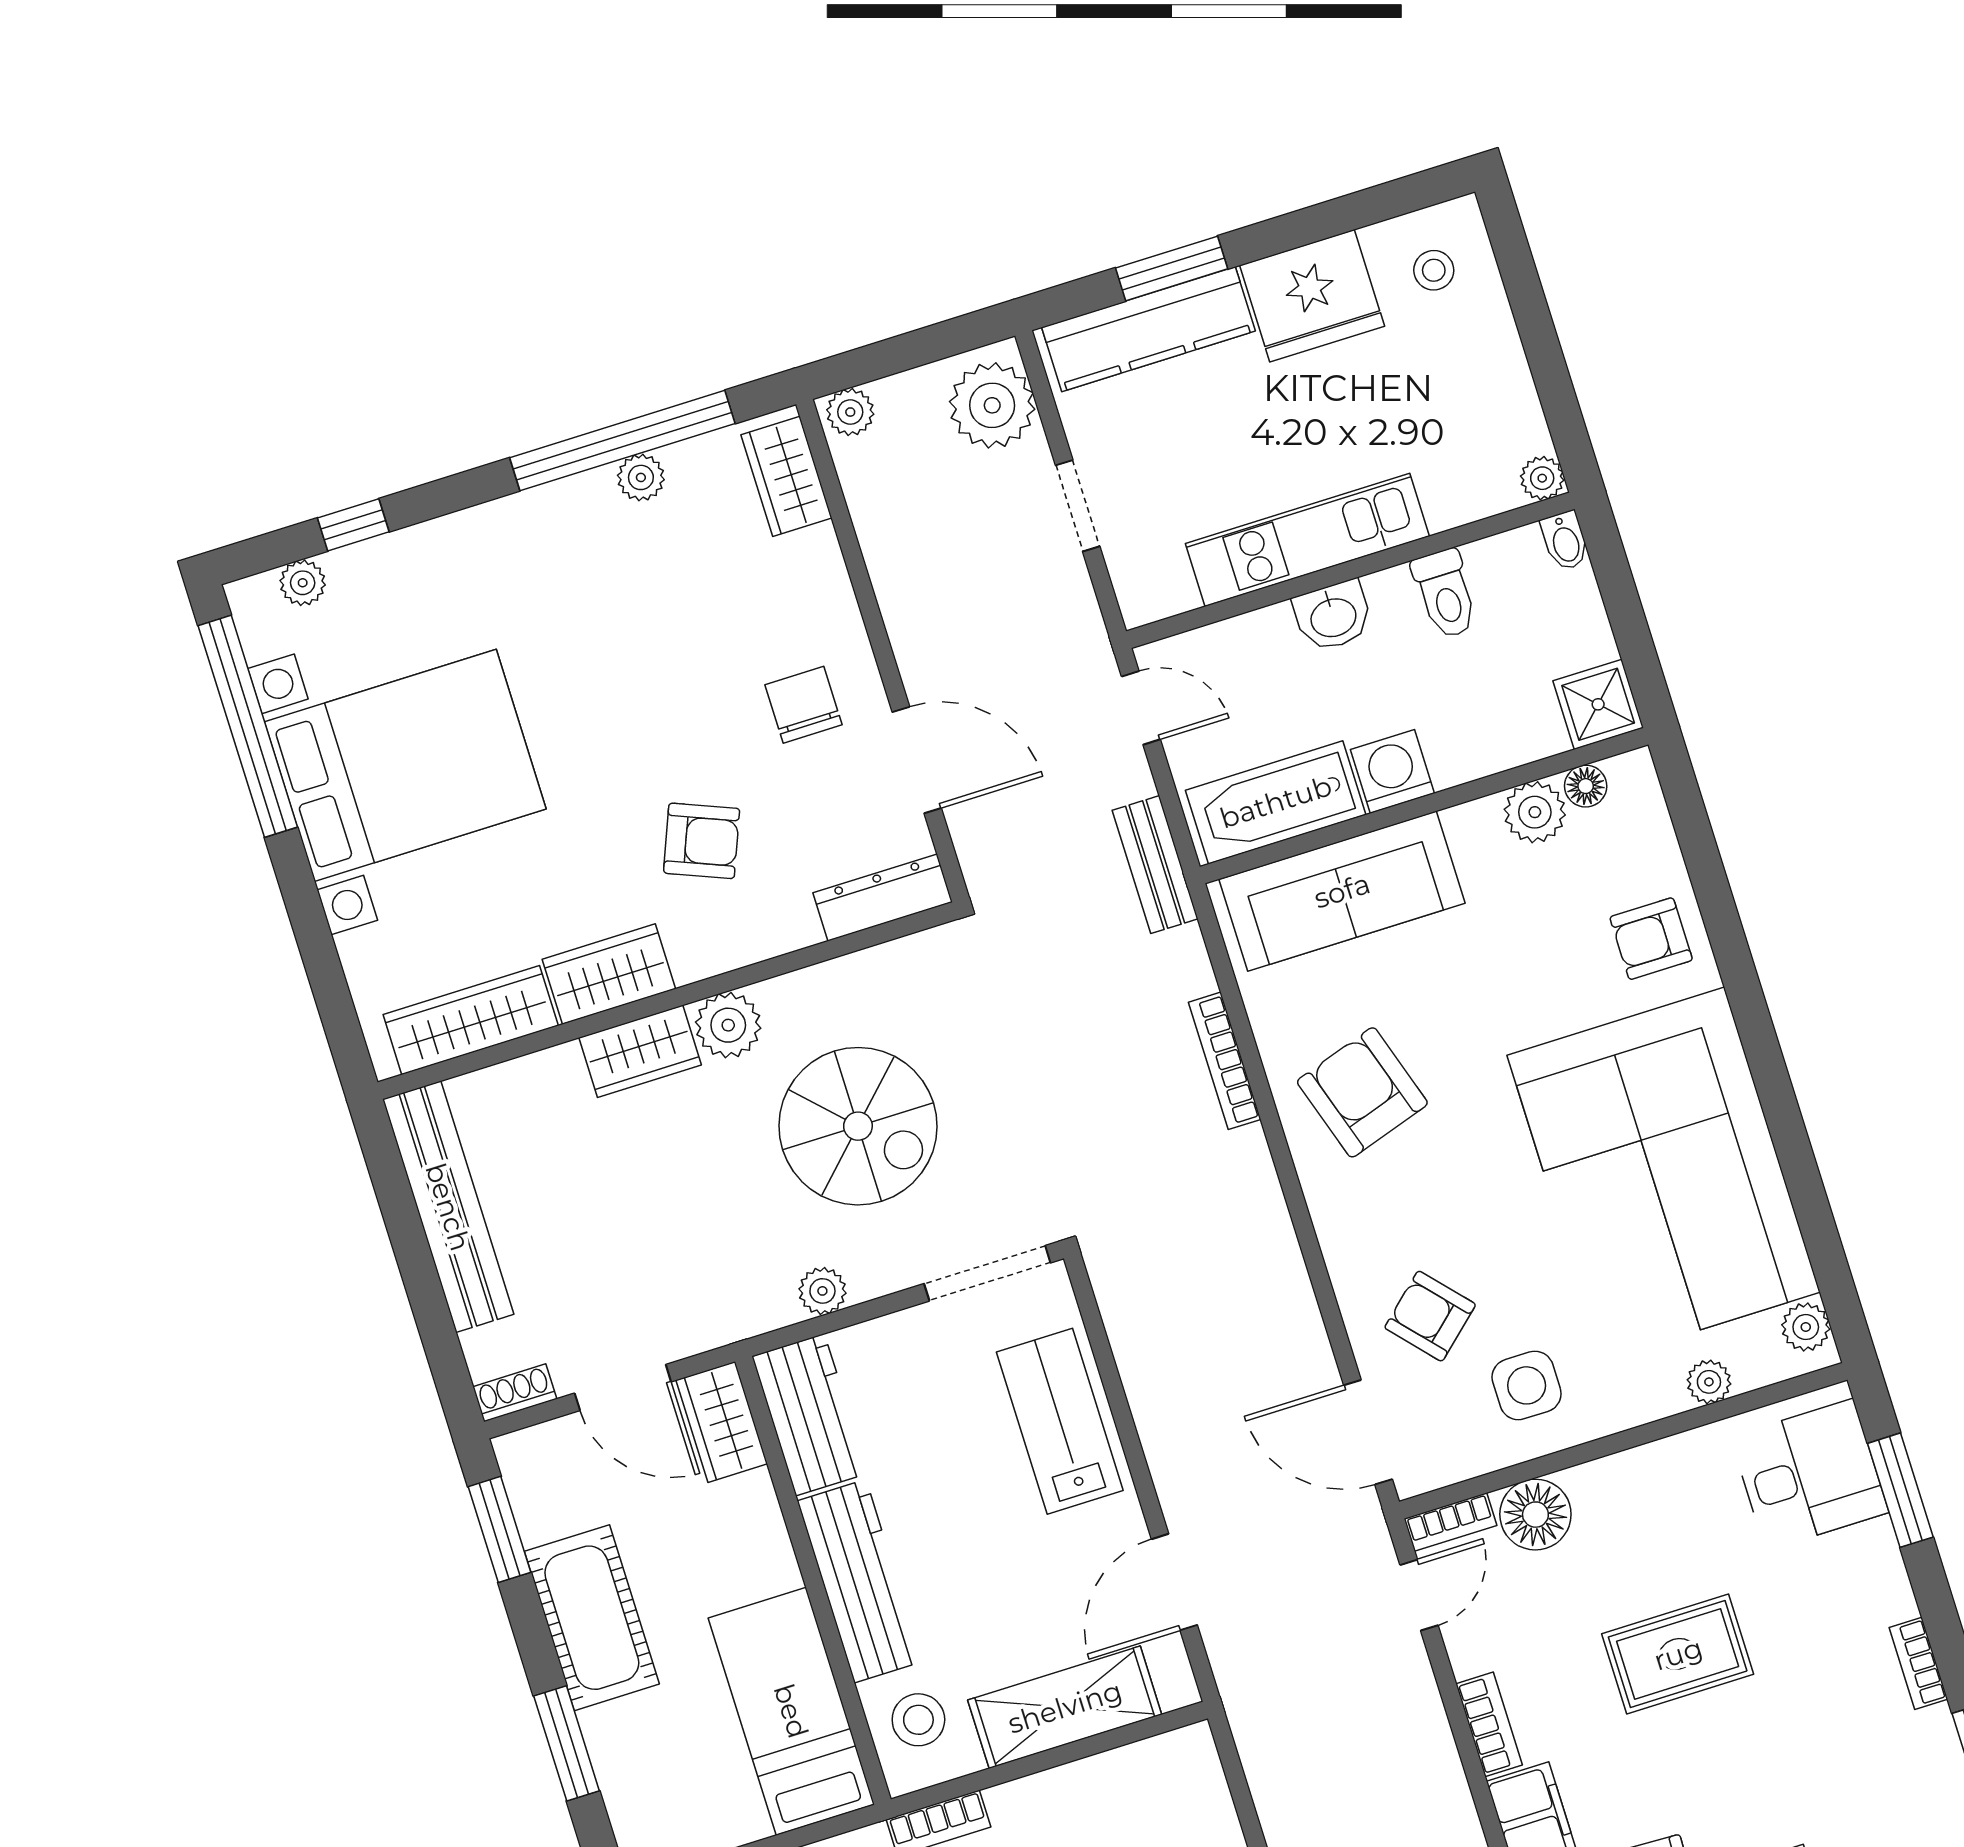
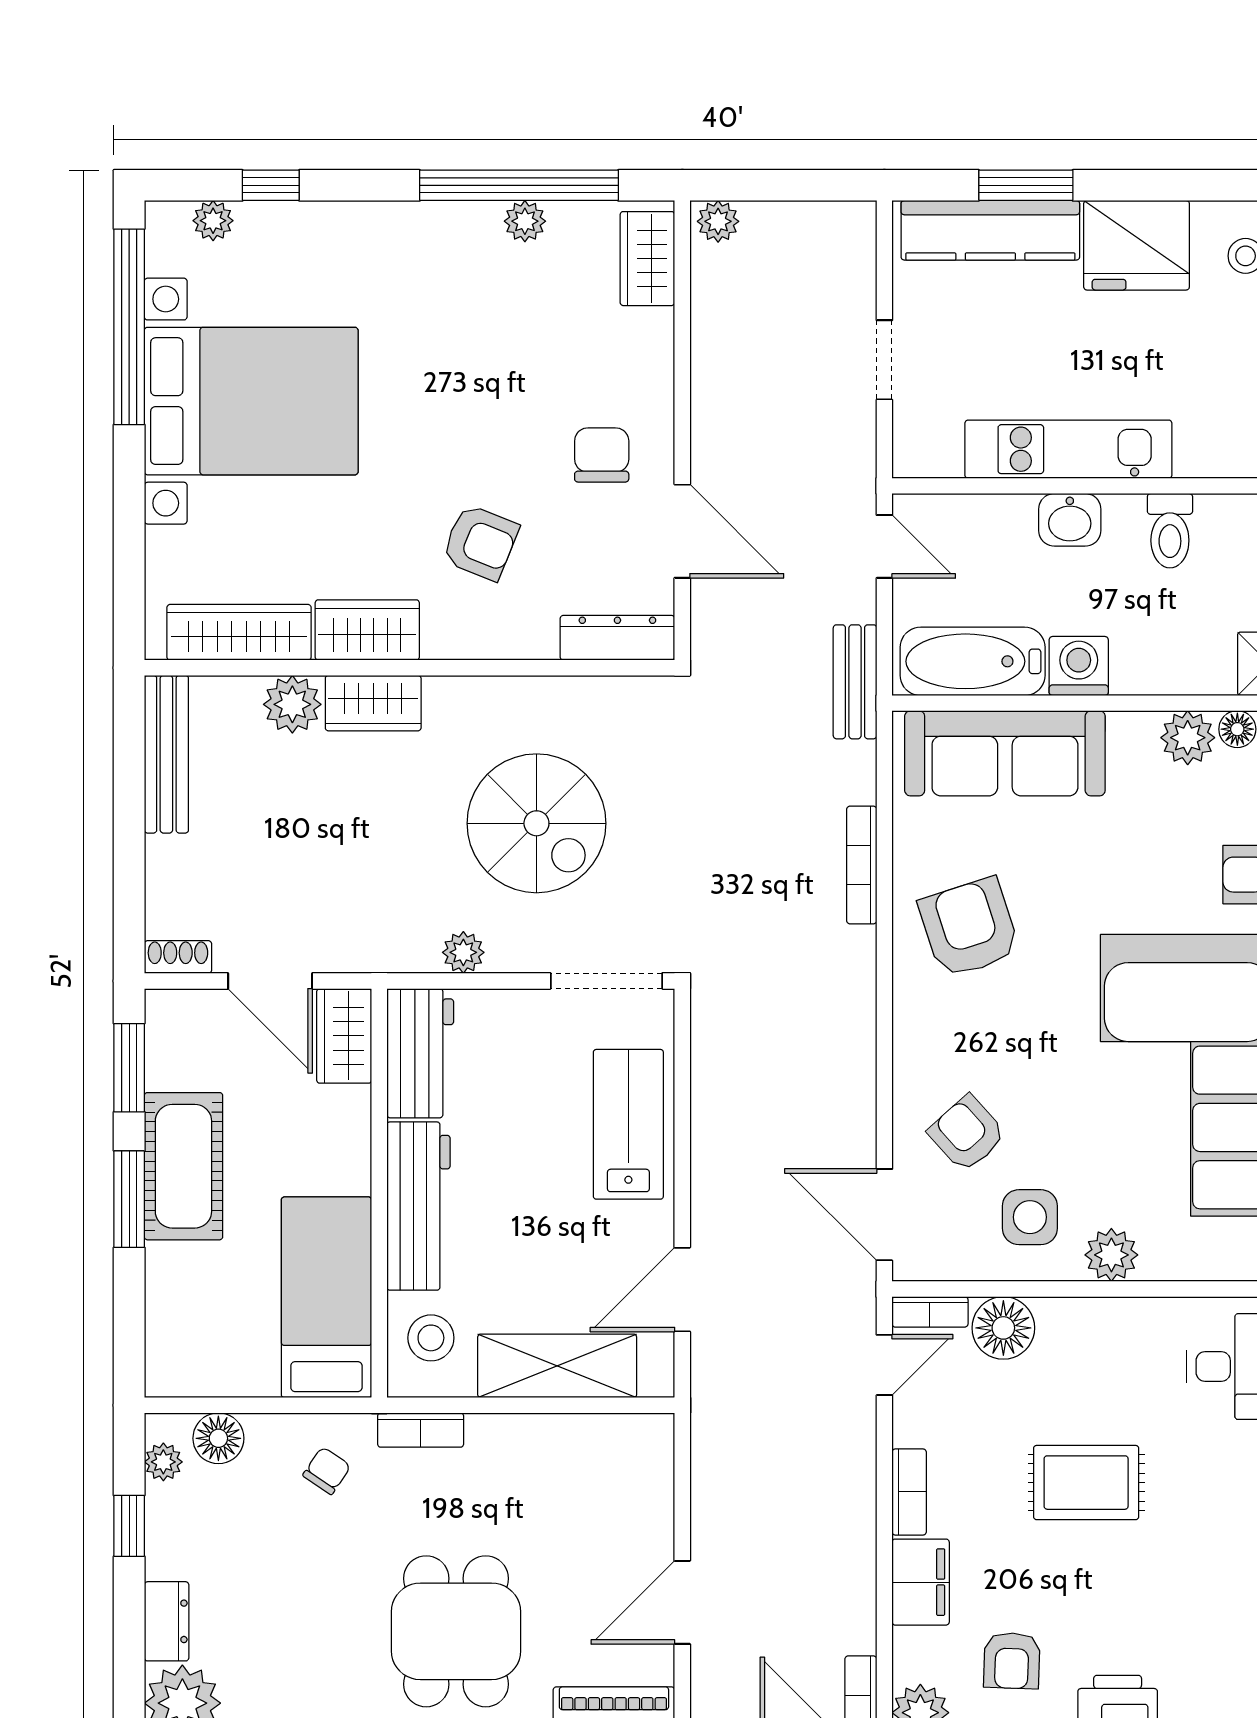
plant: (992, 405) -> (839, 253), removed
plant: (728, 1025) -> (292, 704), moved
bench: (448, 1207) -> (166, 754), width x0.73, depth x0.82
plant: (1709, 1382) -> (1111, 1255), moved, width x1.38, depth x1.38
window: (567, 1743) -> (129, 1199), moved

